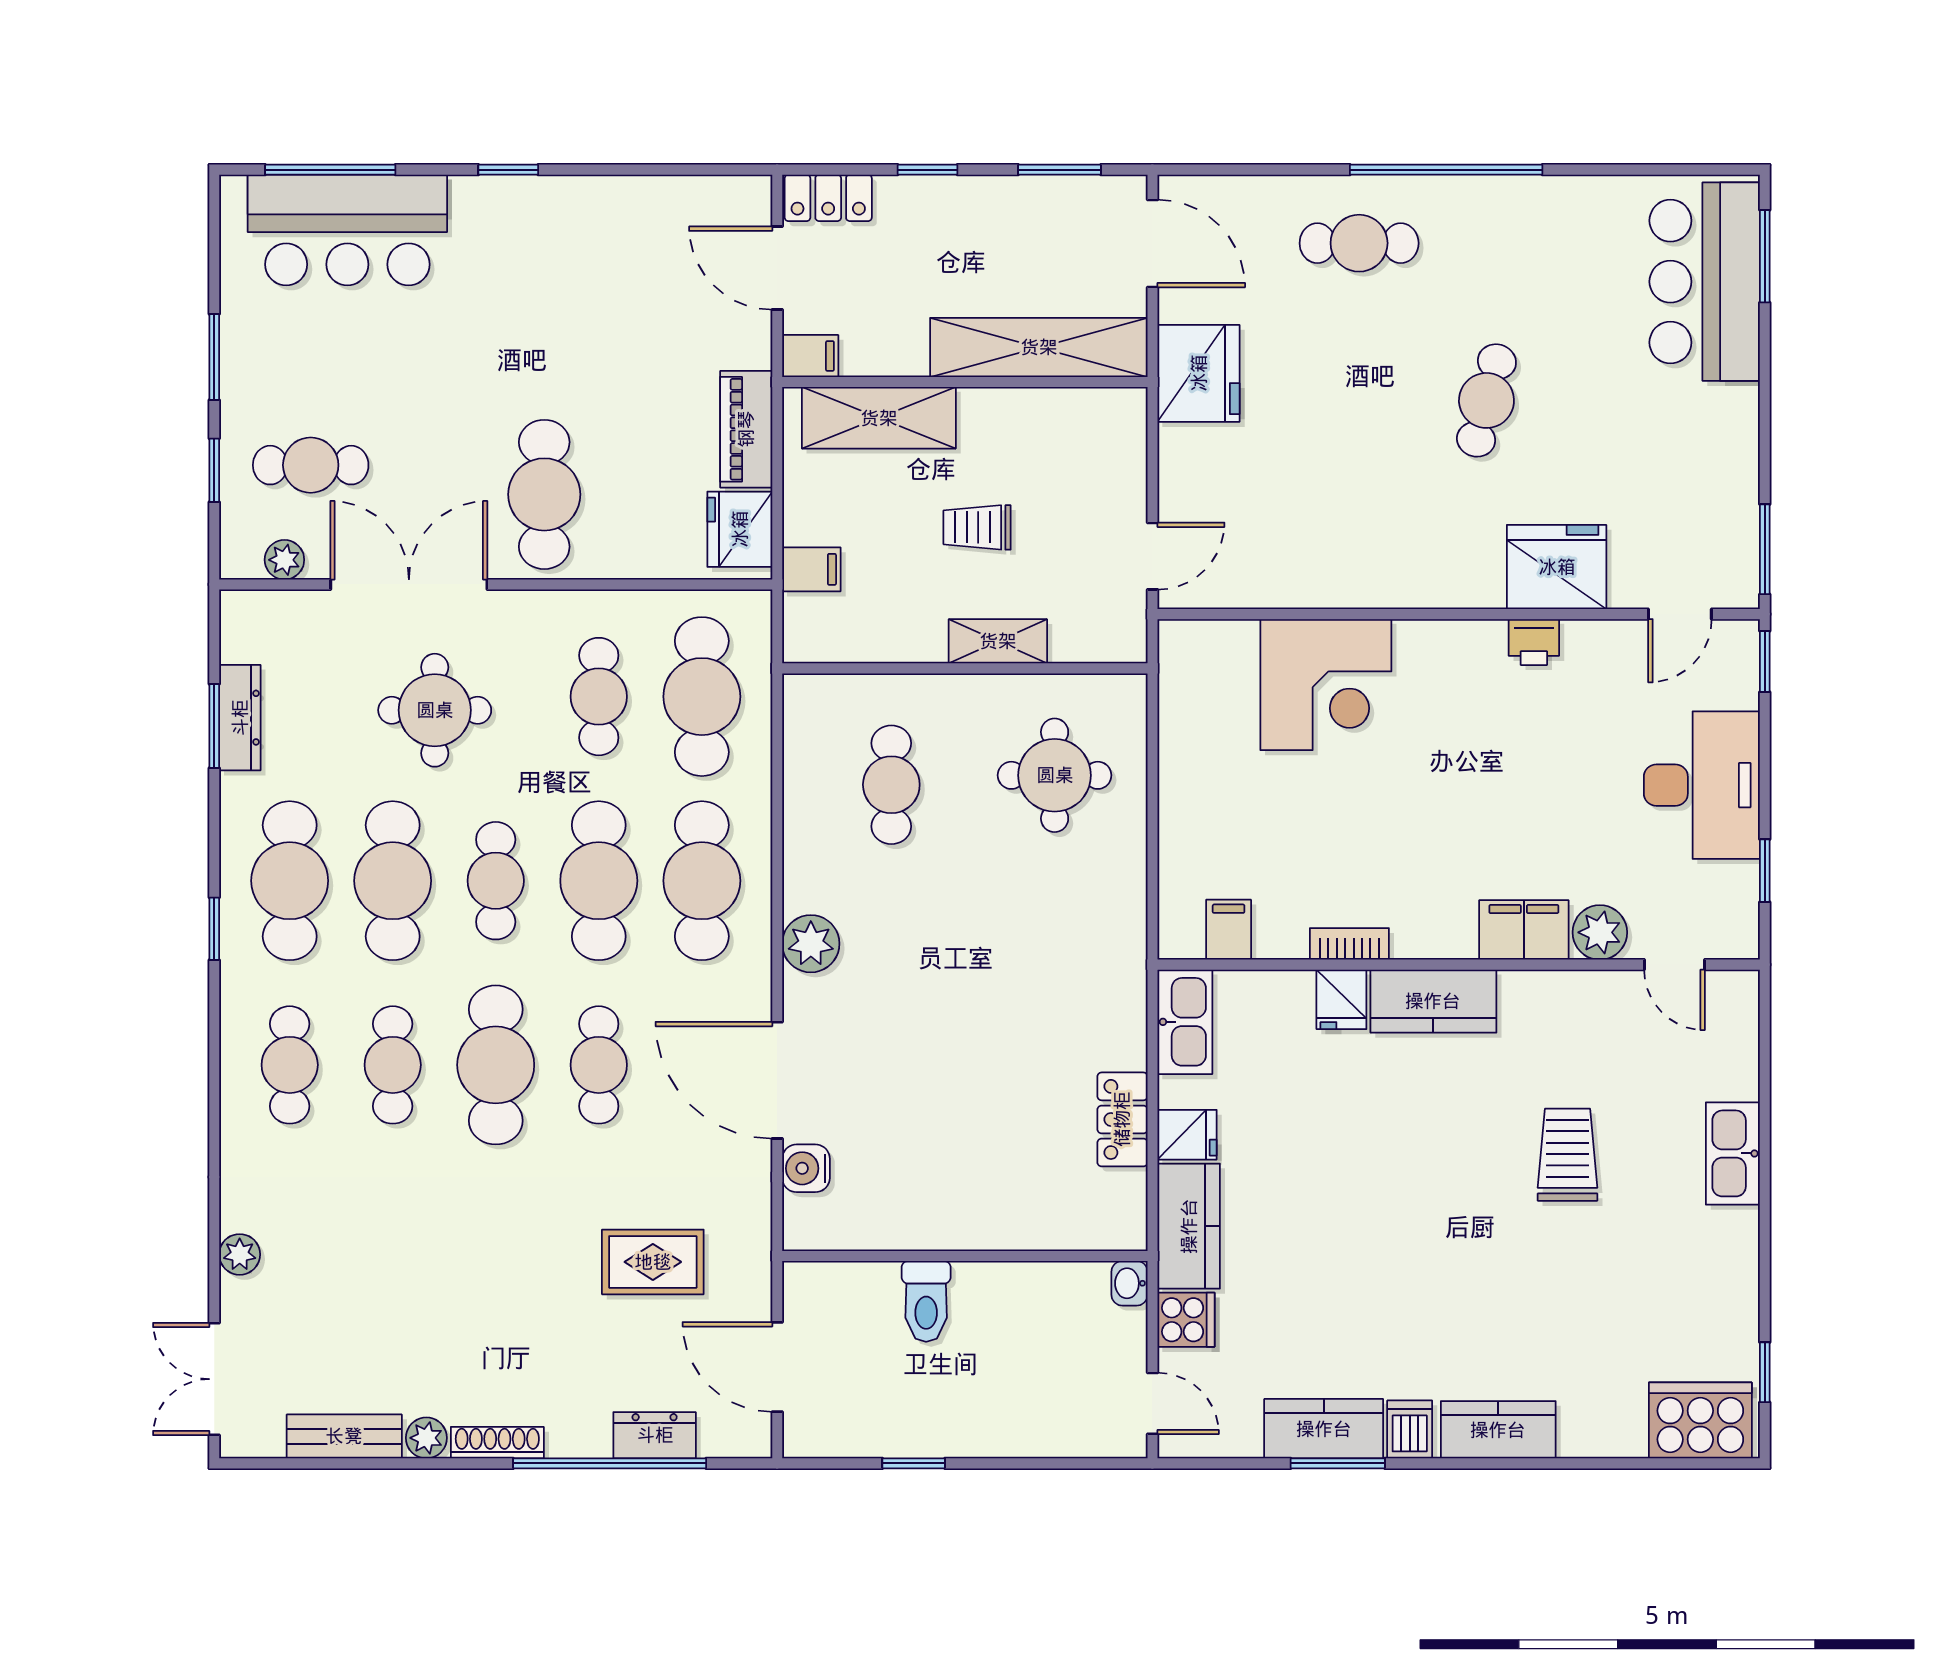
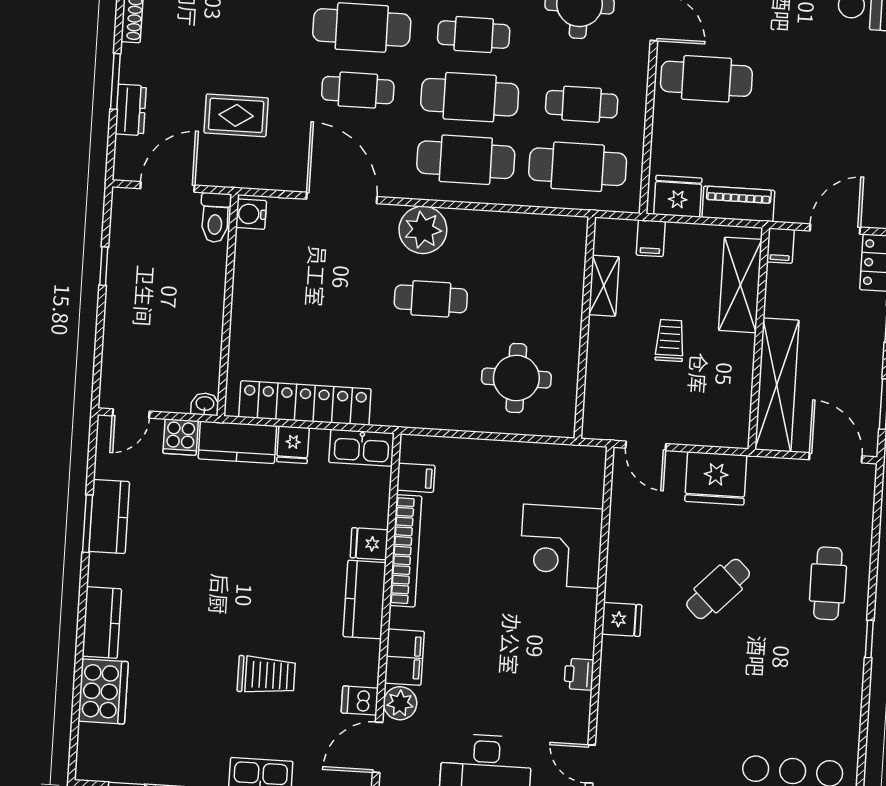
window: (1446, 170) -> (869, 639), width x0.32
door: (1152, 243) -> (836, 458), swing flipped
fridge: (1199, 373) -> (716, 478), moved
cafe table: (1486, 400) -> (718, 589), moved, turned -61
fridge: (1557, 567) -> (622, 619), moved, width x0.53, depth x0.75
shelving: (998, 641) -> (604, 286), moved
cafe table: (891, 785) -> (431, 299), moved
plant: (811, 944) -> (423, 230), width x1.36, depth x1.36
bookcase: (1349, 944) -> (406, 551), width x2.31, depth x1.31
door: (1675, 965) -> (378, 747), width x1.38
door: (777, 1080) -> (342, 198), hinge flipped
locker: (1122, 1119) -> (305, 403), width x2.16, depth x1.21
water cooler: (806, 1168) -> (251, 214), moved, turned -90
rug: (653, 1262) -> (236, 115), turned 90
toilet: (926, 1301) -> (215, 218), moved, turned -90
cooker: (1700, 1420) -> (103, 691), moved
dishwasher: (1410, 1429) -> (360, 700), moved, turned 180
window: (610, 1463) -> (115, 81), width x0.47

